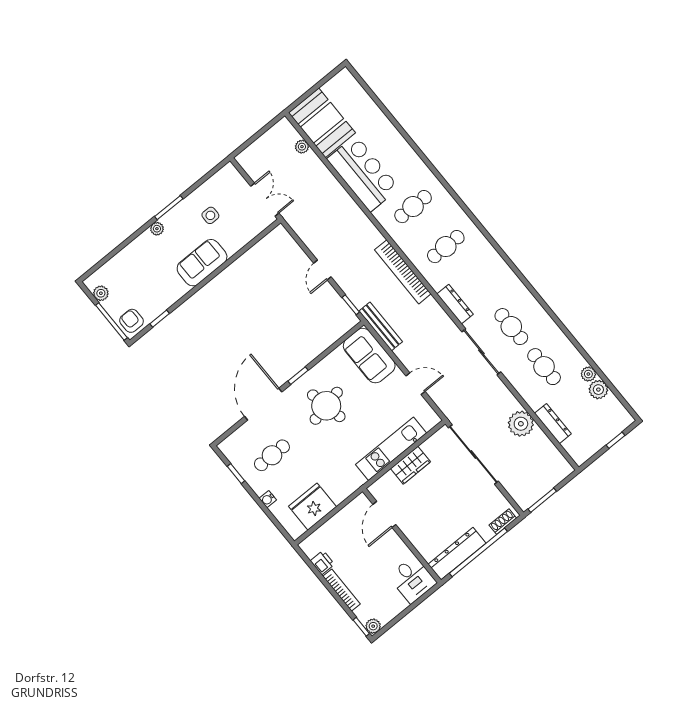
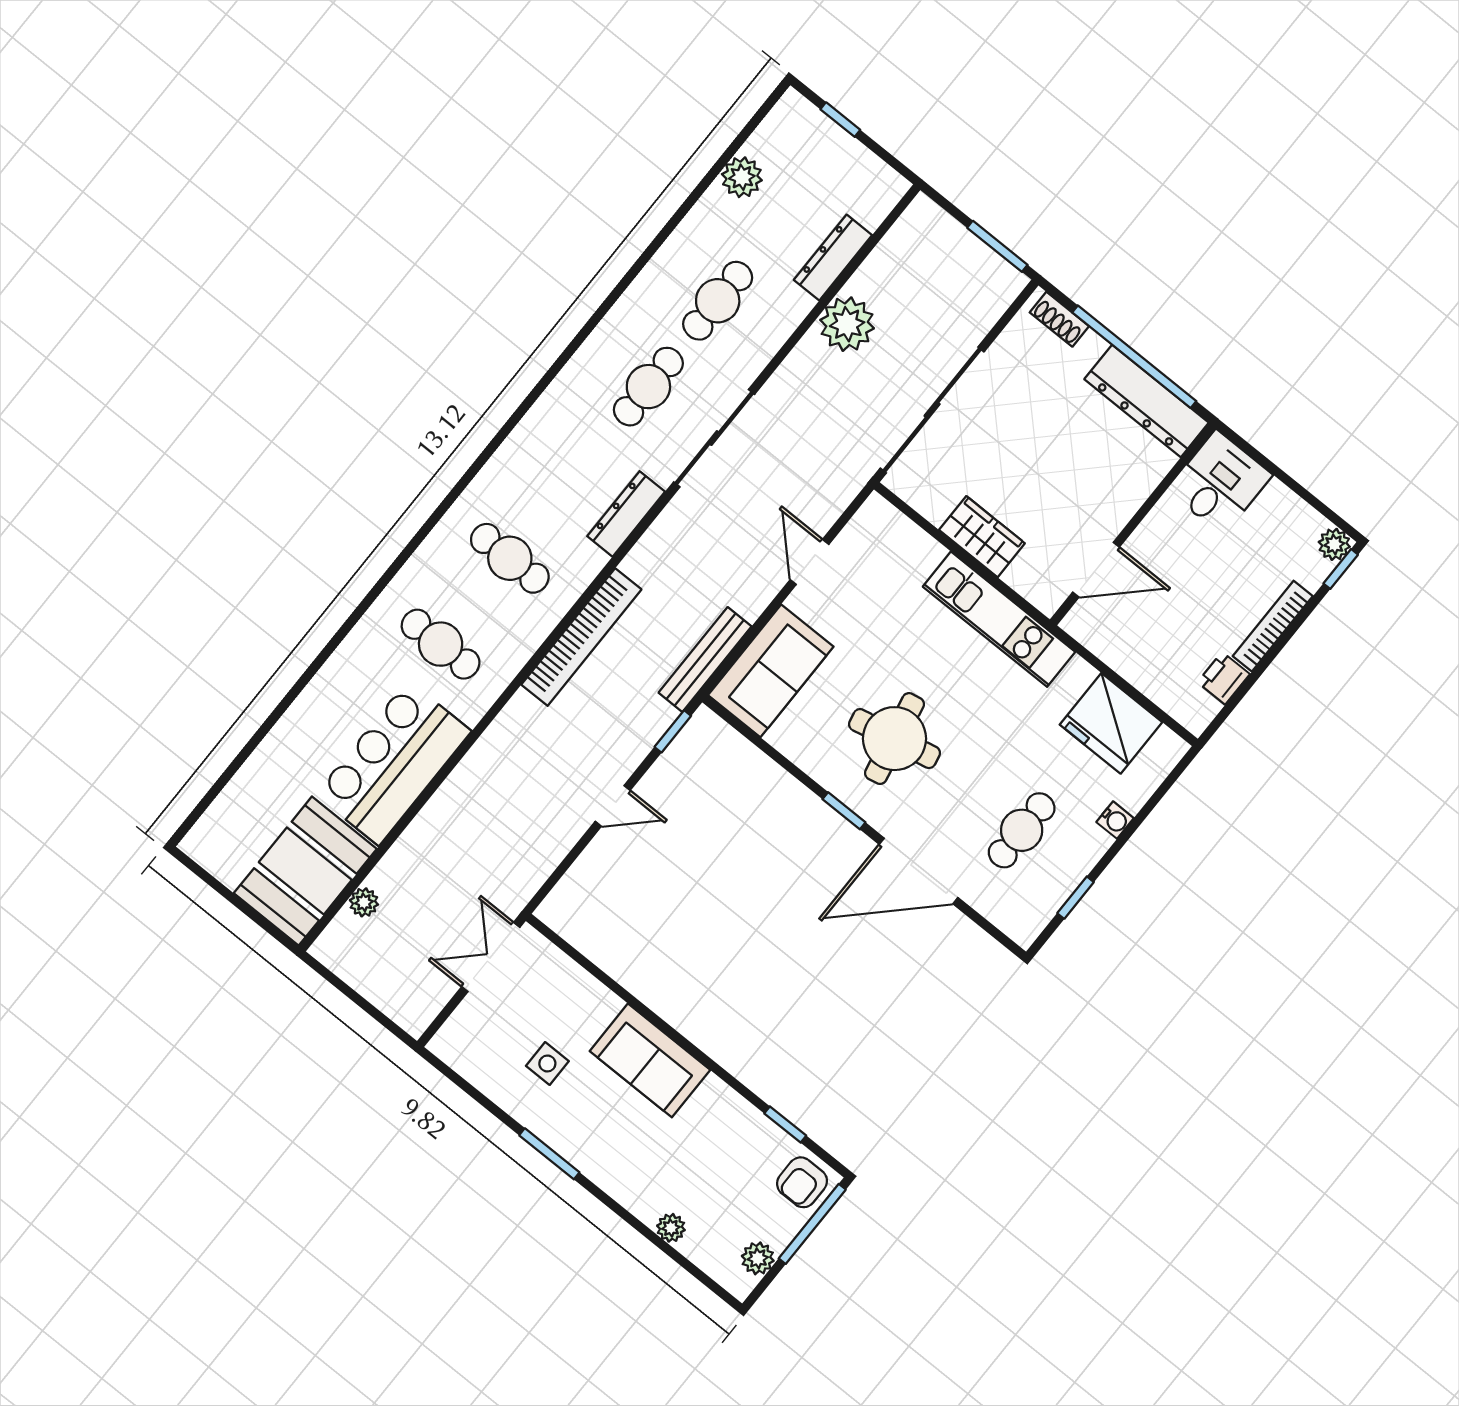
plant: (157, 229) -> (671, 1228), moved
plant: (588, 374) -> (714, 205), removed
kitchen unit: (391, 449) -> (999, 619), moved
cafe table: (272, 455) -> (1022, 830), turned 90

